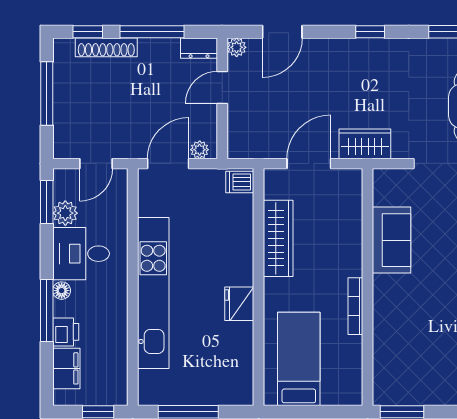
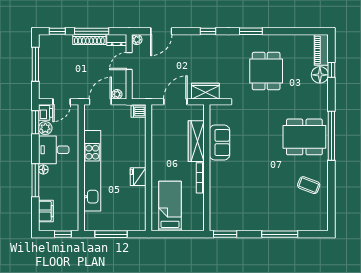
shoe rack: (106, 47) -> (89, 40), moved
wardrobe: (278, 238) -> (196, 141), moved, turned 180
printer: (66, 332) -> (45, 113), moved

